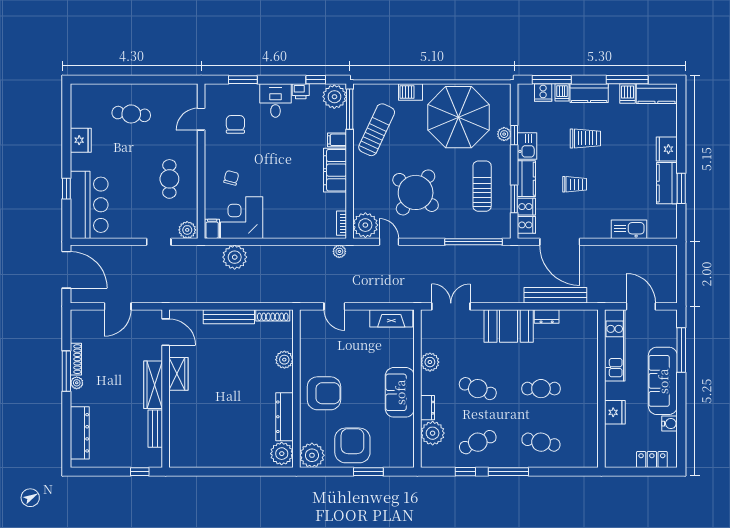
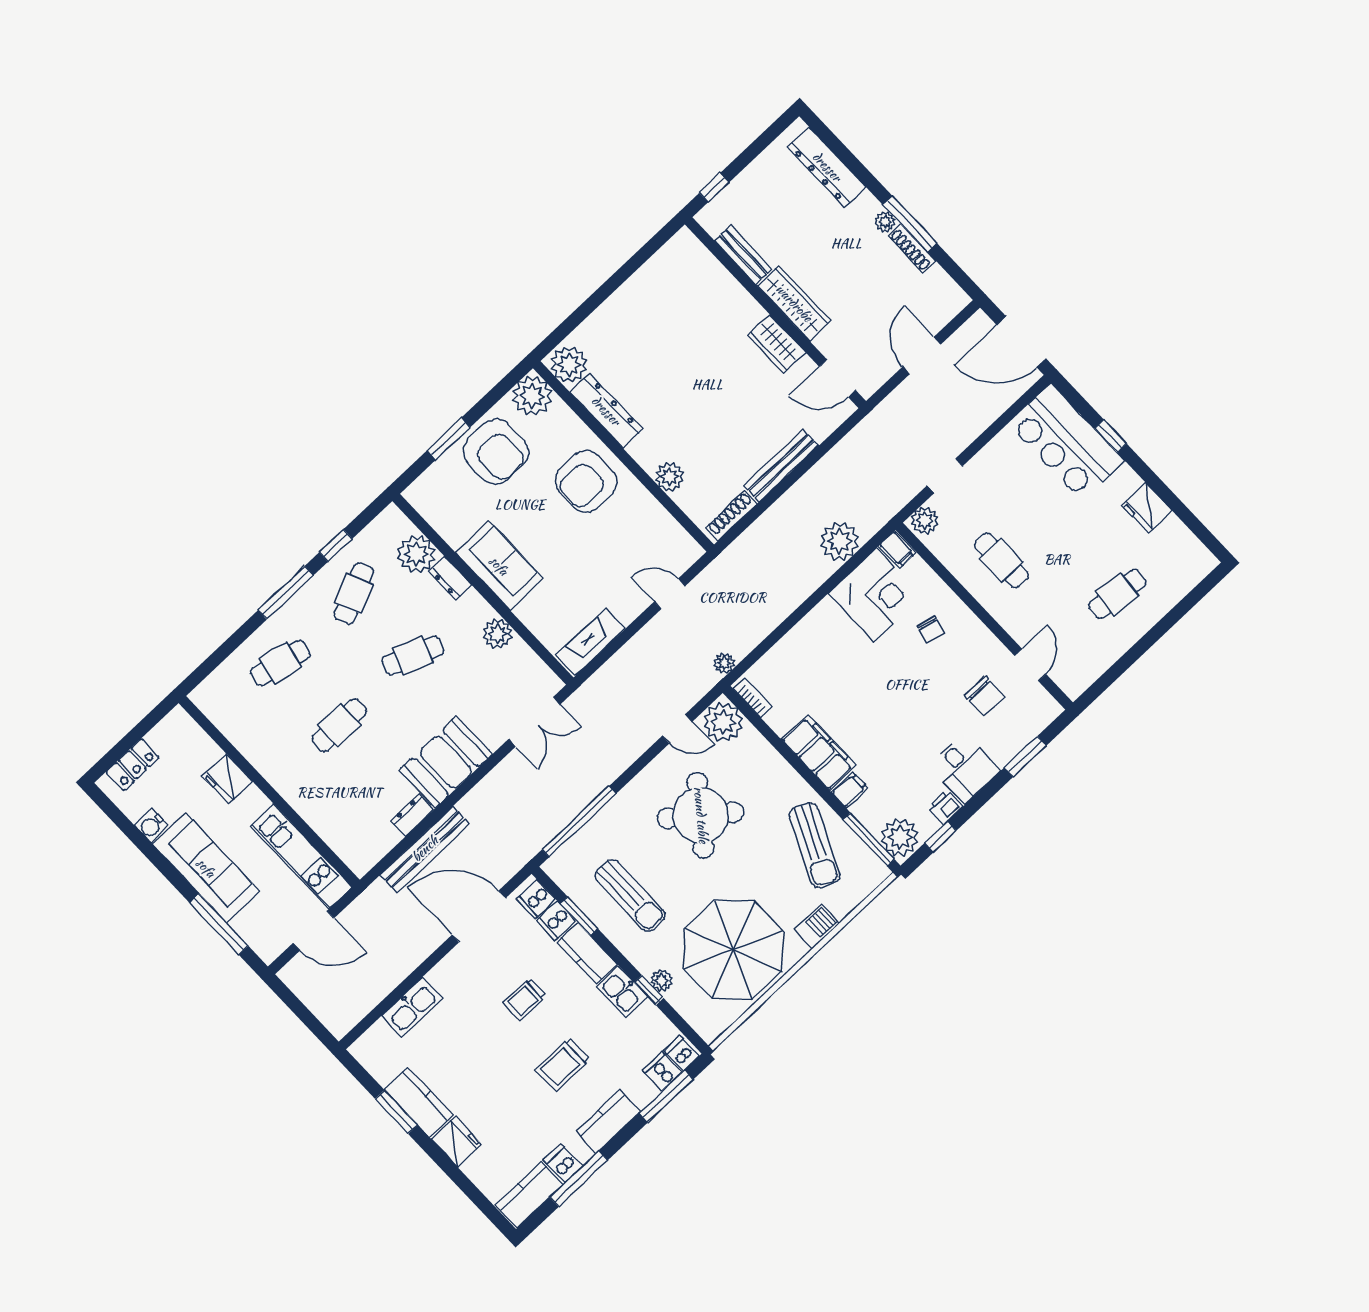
dishwasher: (562, 92) -> (682, 1053), moved

